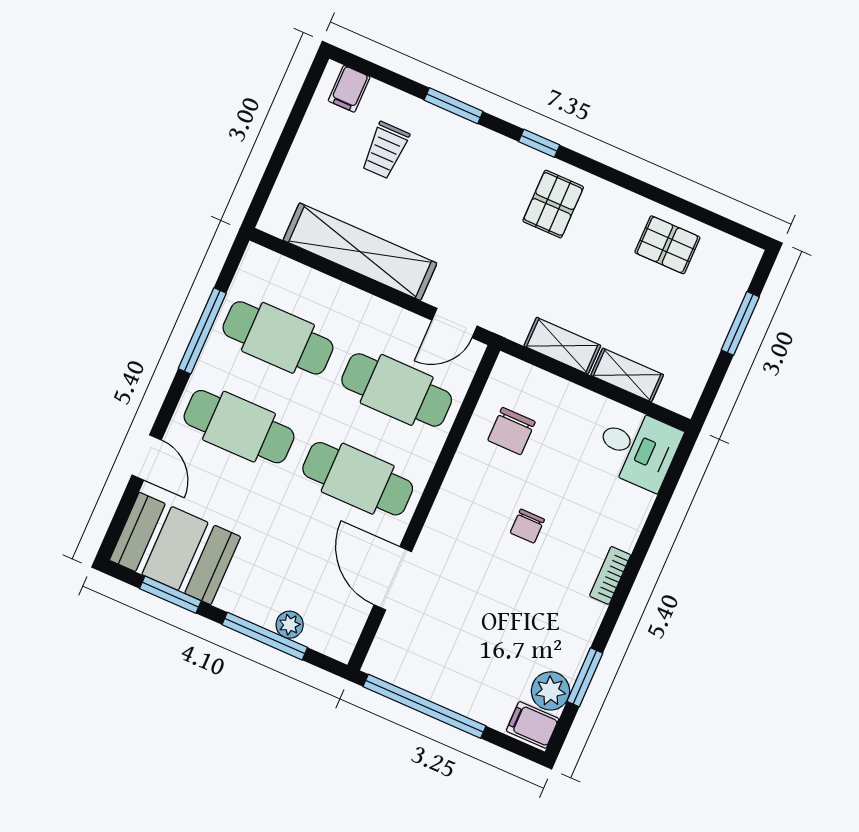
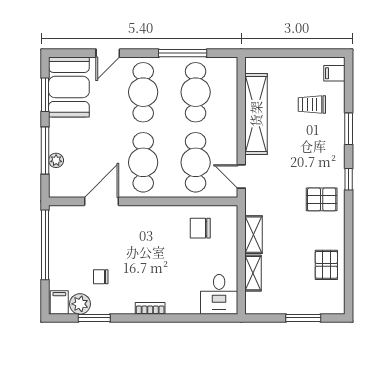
chair: (527, 526) -> (101, 277), moved

